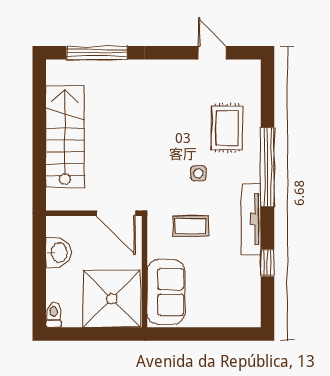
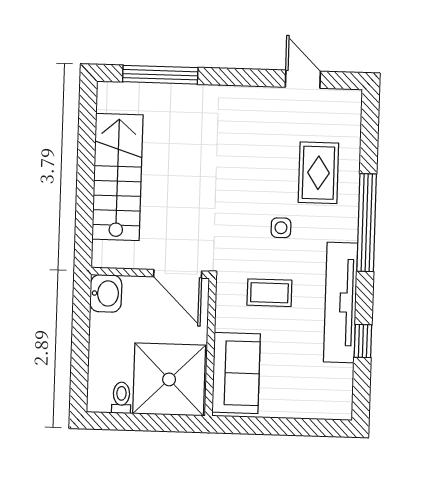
tv unit: (251, 219) -> (341, 302), width x1.36, depth x1.29
washbasin: (58, 253) -> (106, 293), moved
toilet: (54, 315) -> (121, 398), moved

